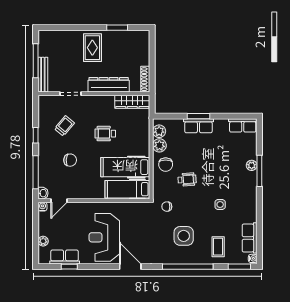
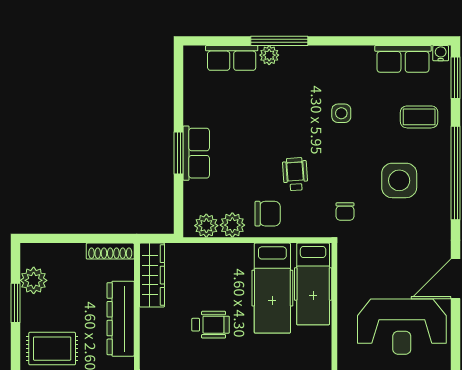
plant: (129, 37) -> (34, 280), added
row of seats: (243, 125) -> (232, 58), moved, turned 90
wheelchair: (105, 134) -> (211, 325), turned -90

